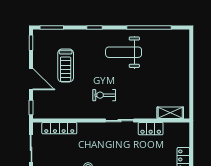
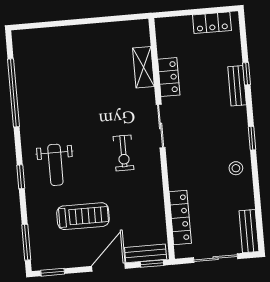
weight bench: (124, 52) -> (55, 165), moved, width x0.73, depth x0.75
bench: (38, 104) -> (146, 253), added
shelving: (170, 113) -> (144, 67), moved

